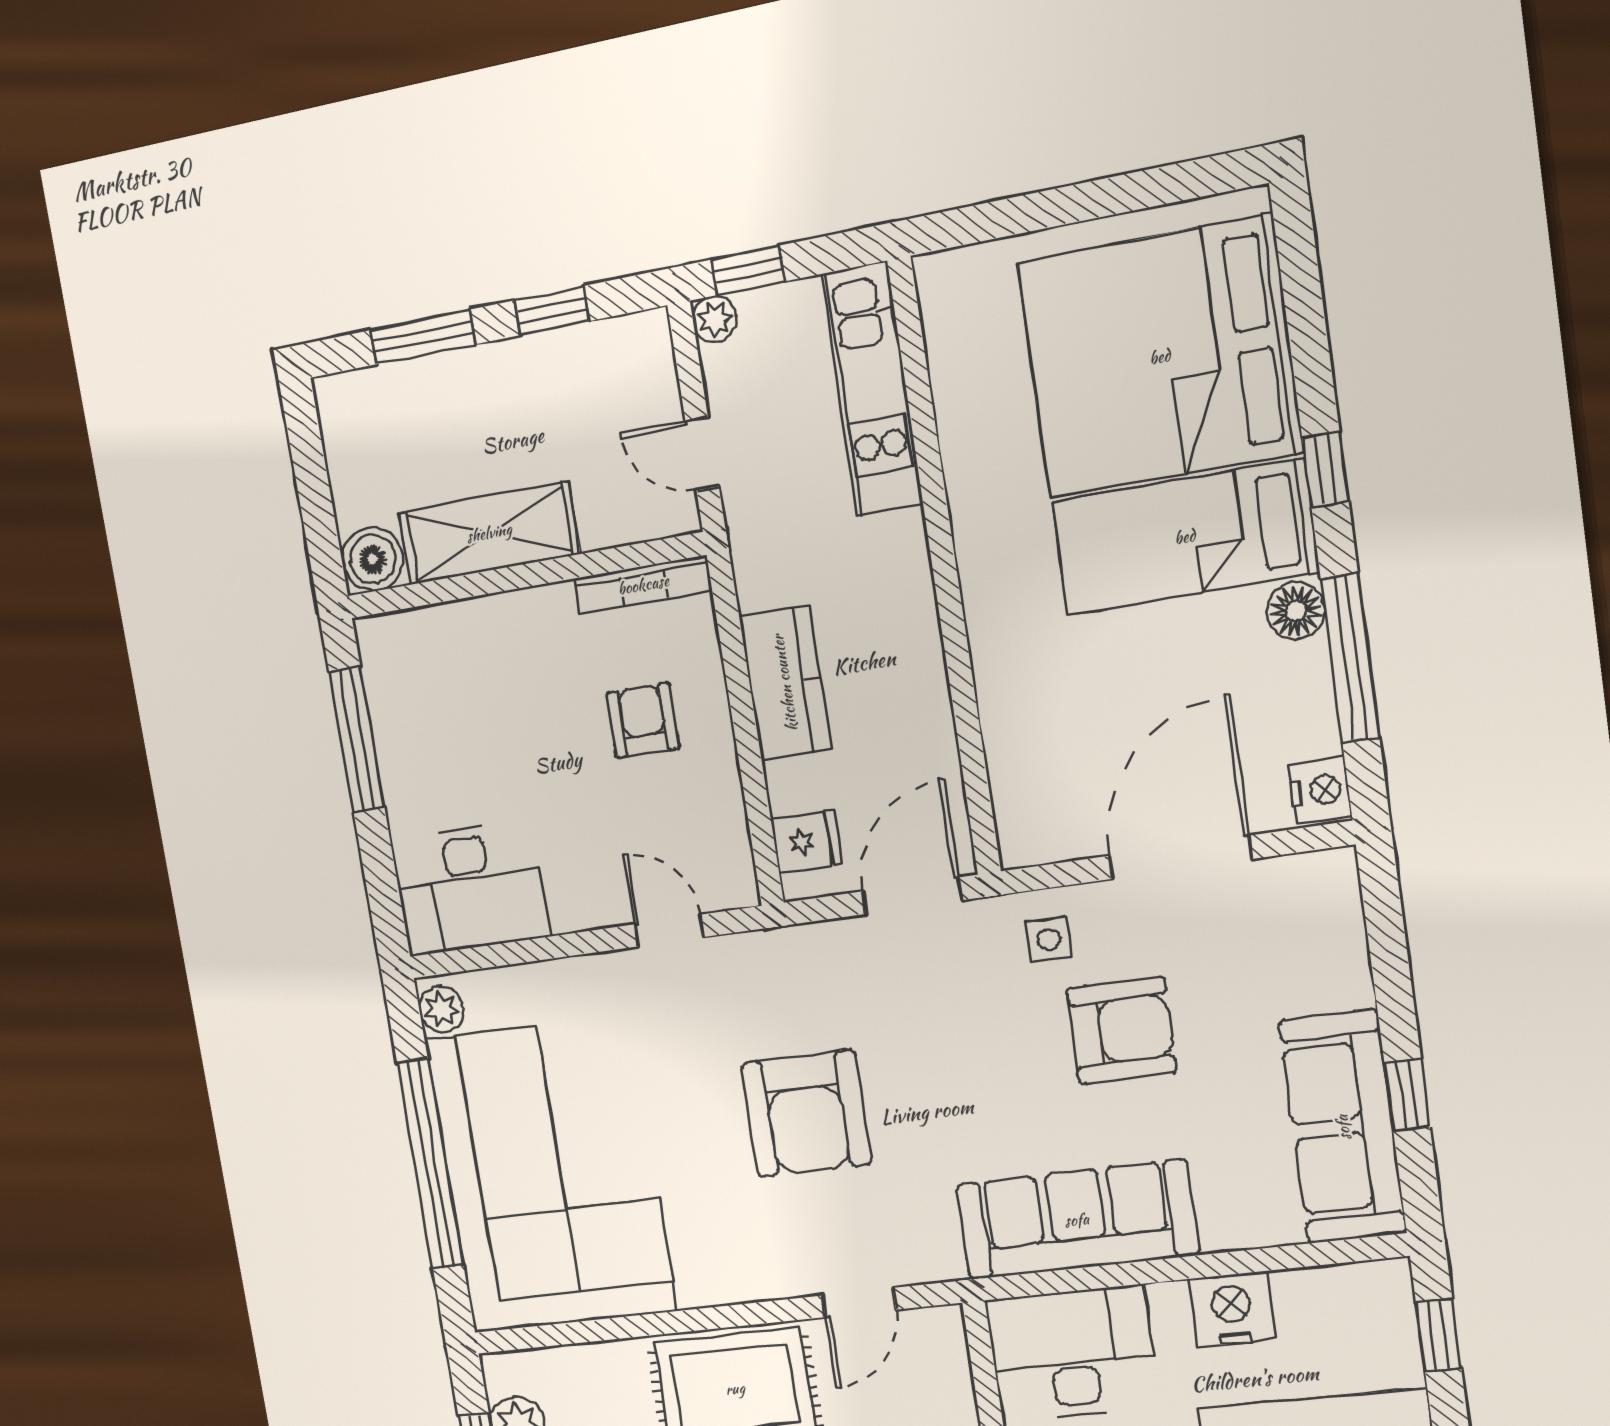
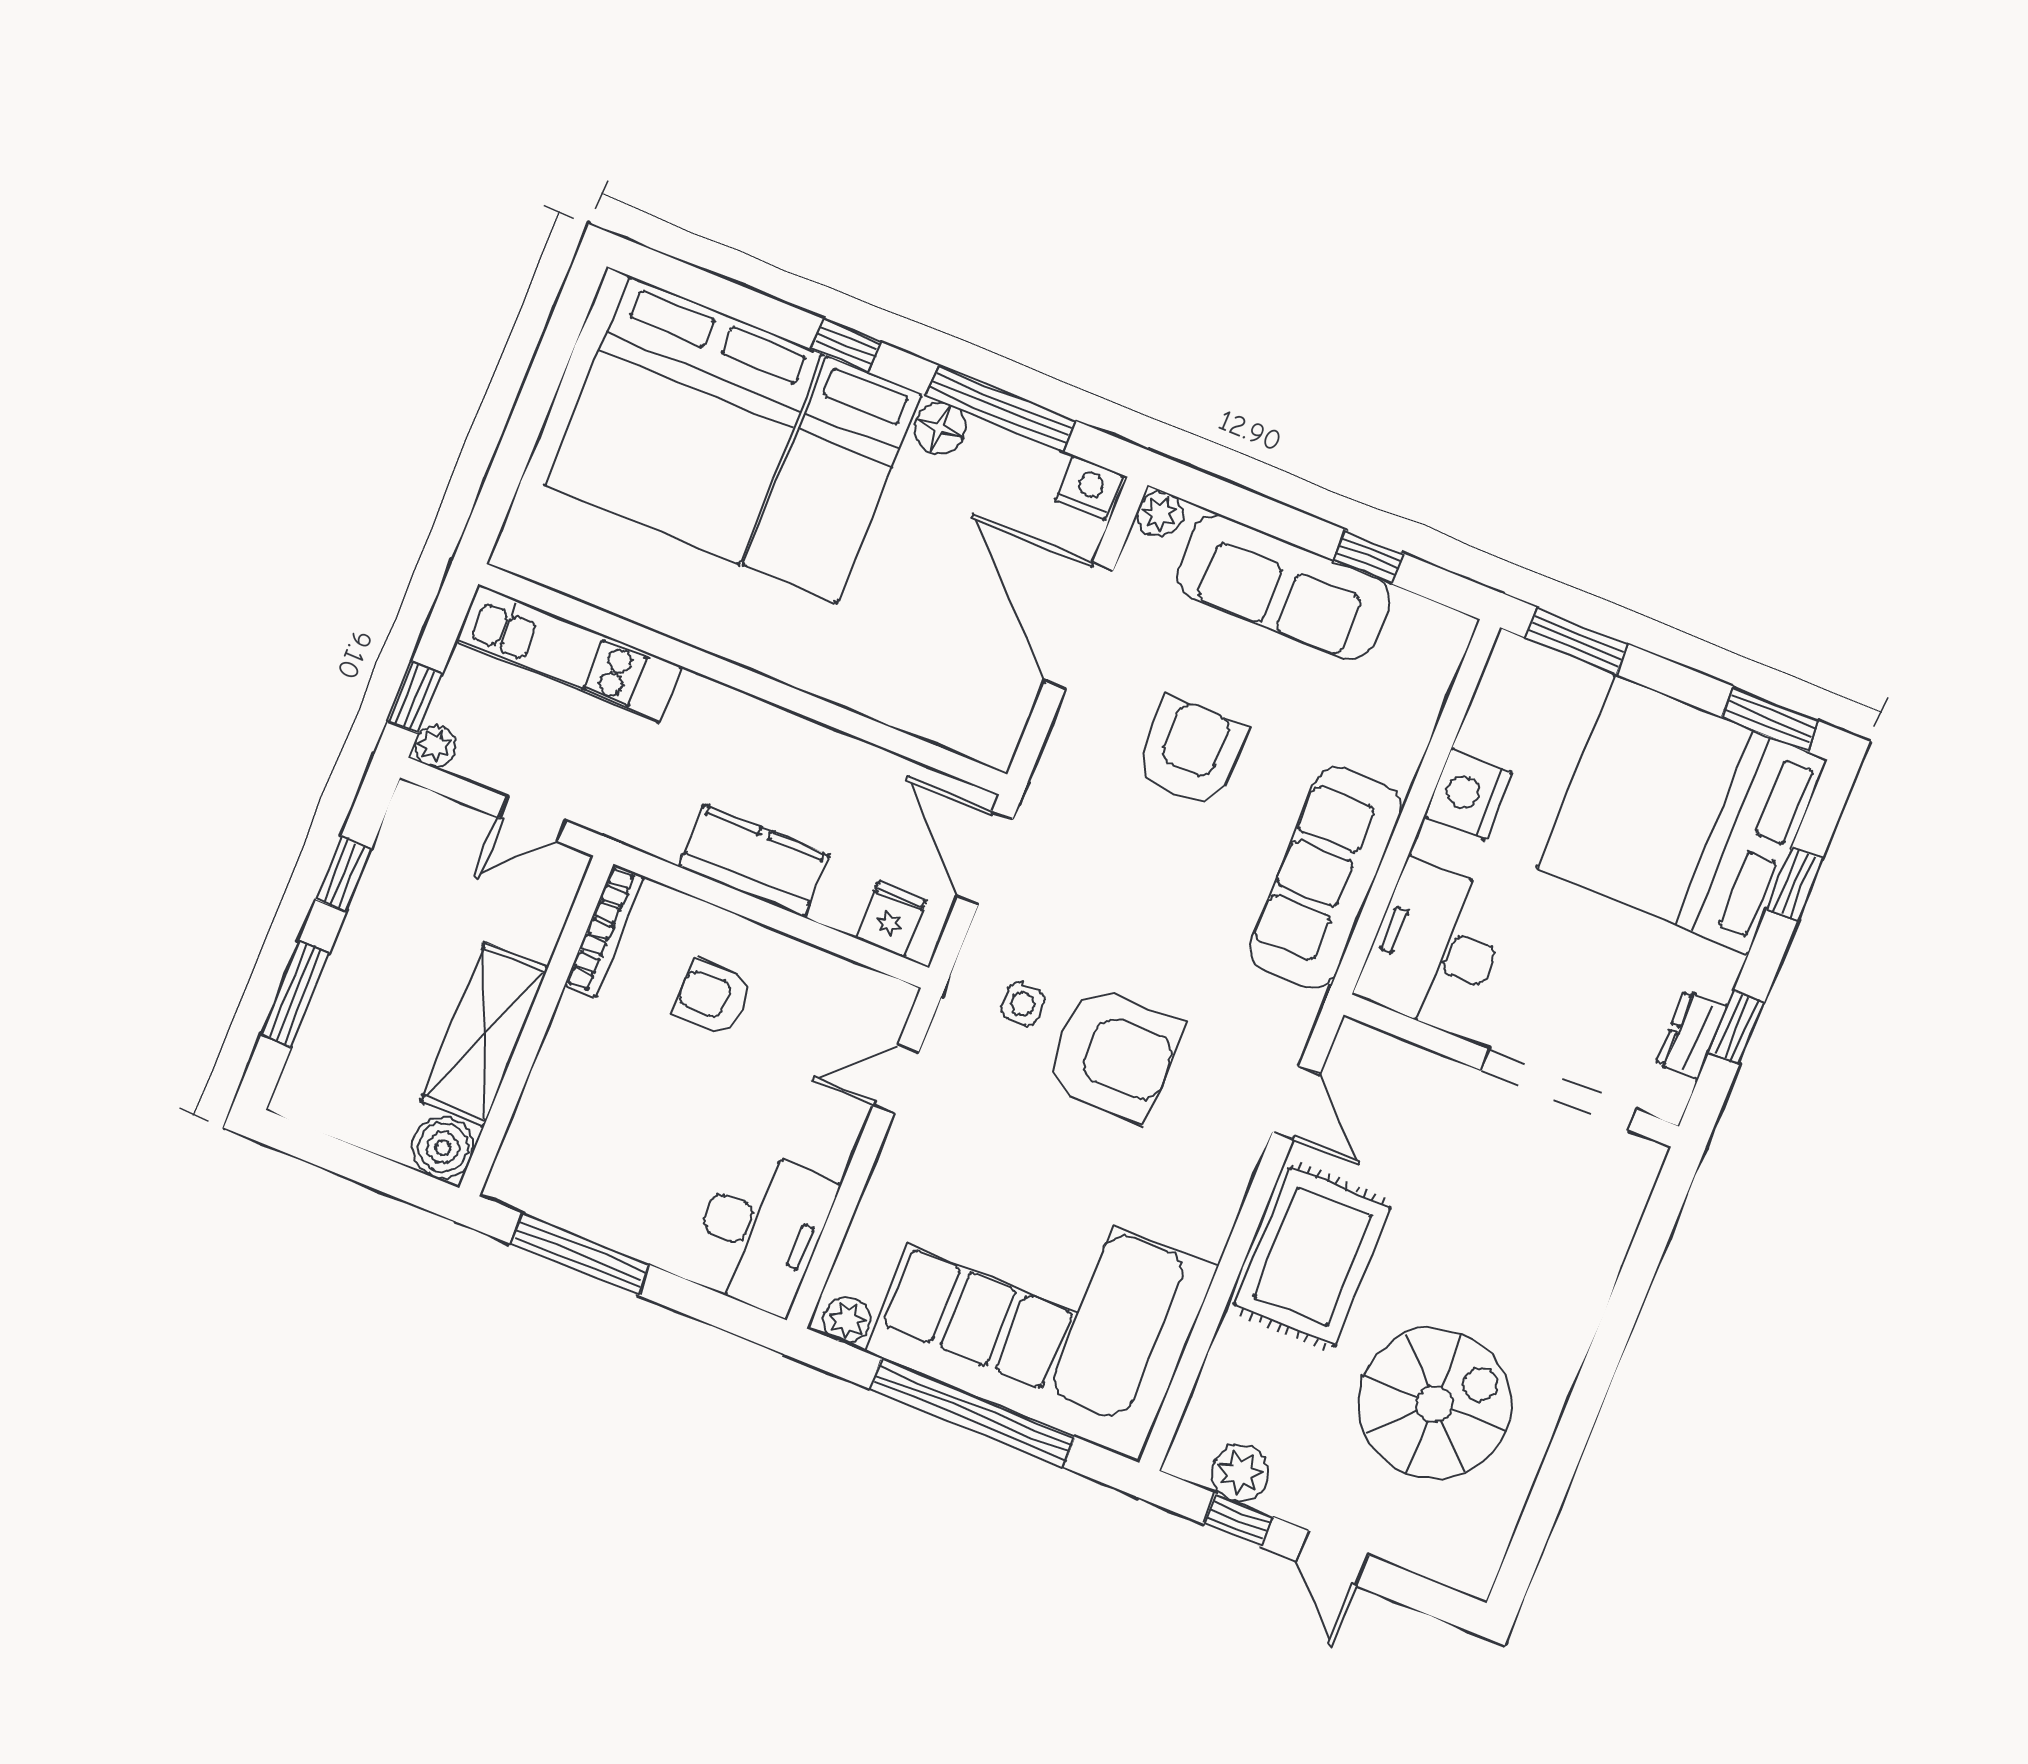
plant: (1334, 872) -> (1160, 514), added
side table: (1049, 940) -> (1023, 1004), moved
sofa: (1343, 1127) -> (1284, 588), moved
window: (1438, 1335) -> (1577, 641), width x1.50

